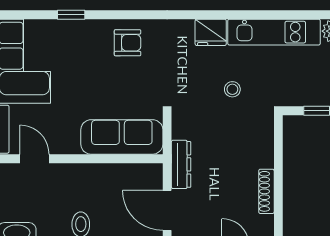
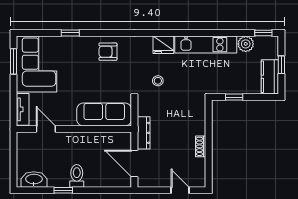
armchair: (128, 43) -> (108, 52), turned 180
stool: (232, 89) -> (158, 81), moved
shoe rack: (266, 191) -> (201, 146), width x0.70

